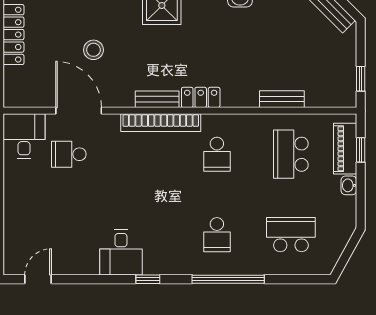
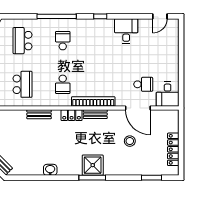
bench: (282, 99) -> (39, 114), moved
school desk: (217, 154) -> (63, 84), turned 180
school desk: (291, 235) -> (23, 41), turned 90
desk: (121, 252) -> (126, 31), moved

